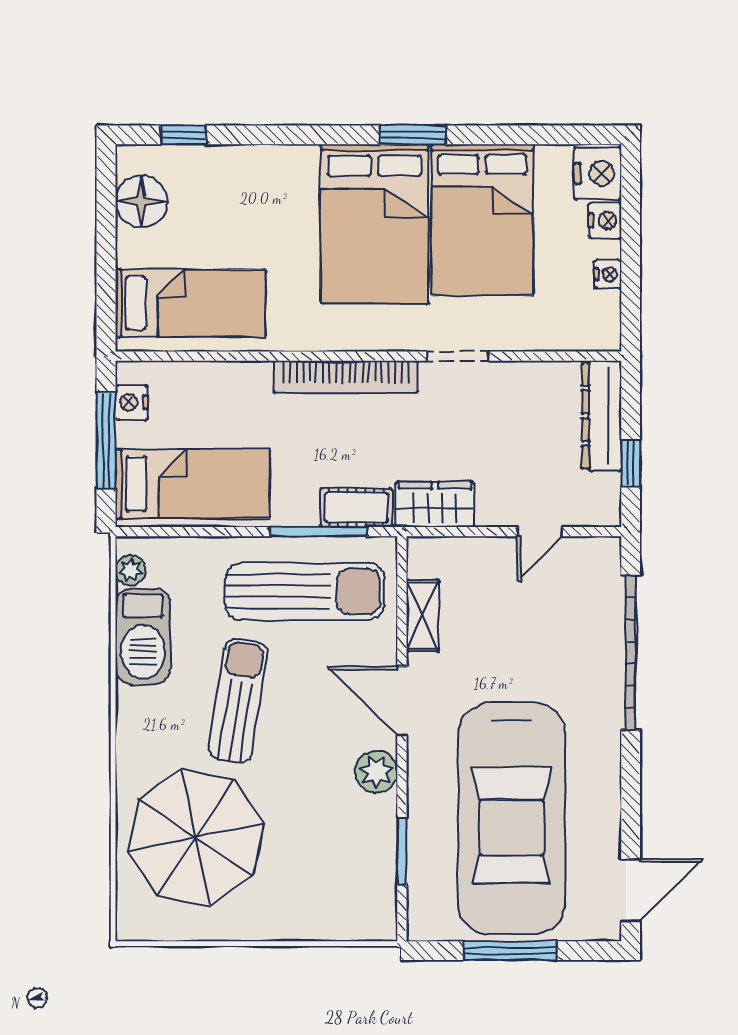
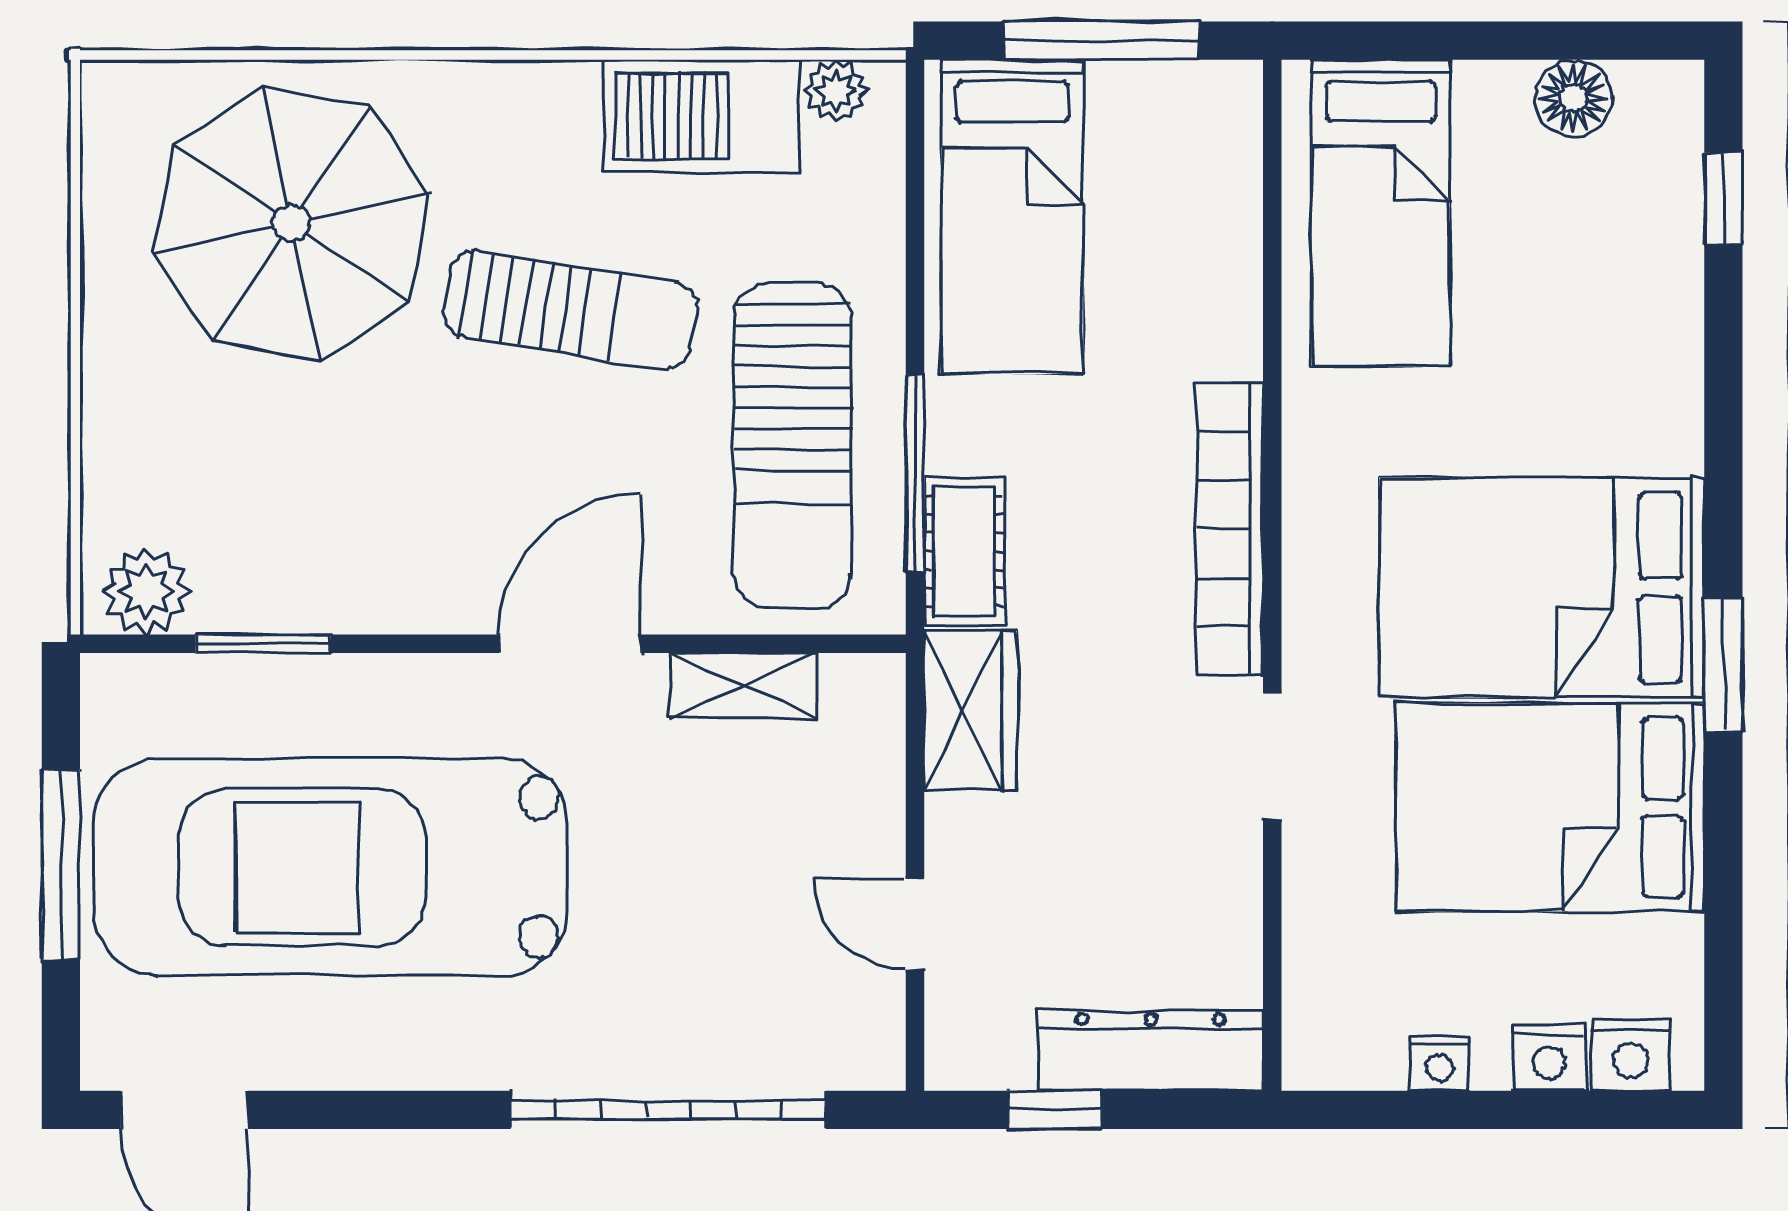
nightstand: (598, 173) -> (1631, 1055), width x0.74, depth x0.75
floor lamp: (141, 201) -> (1573, 98), width x0.73, depth x0.73
nightstand: (132, 402) -> (1178, 93), removed
plant: (376, 772) -> (146, 591), moved

